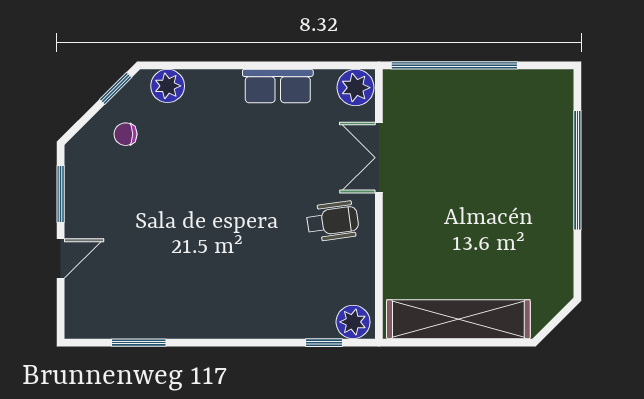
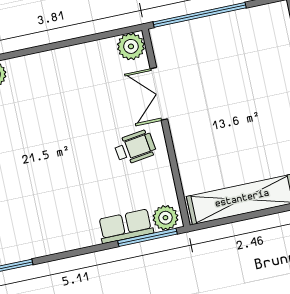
row of seats: (278, 86) -> (126, 226), moved, turned 180
window: (324, 343) -> (147, 237), width x2.17

